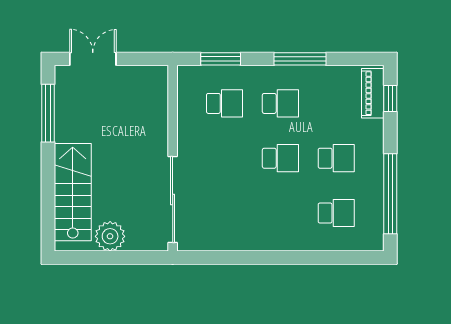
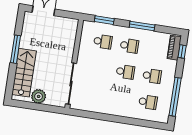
window: (48, 113) -> (16, 49), moved

